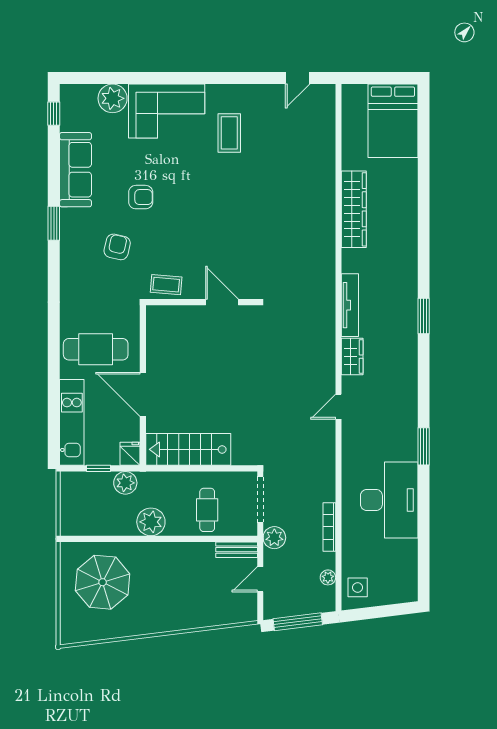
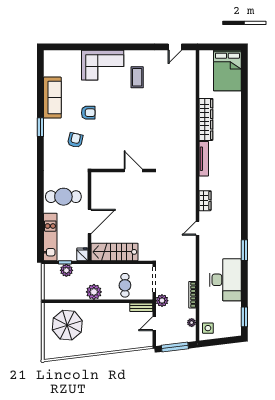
plant: (113, 98) -> (73, 58), removed
window: (54, 114) -> (40, 67), removed
coffee table: (166, 285) -> (102, 161), removed
tv unit: (350, 305) -> (204, 159), moved
window: (424, 316) -> (244, 317), moved
door: (143, 394) -> (89, 222), swing flipped
plant: (125, 483) -> (66, 270), moved

